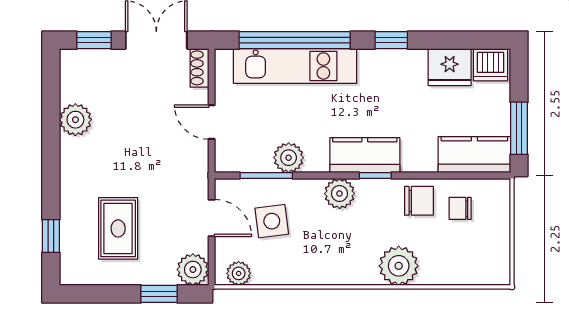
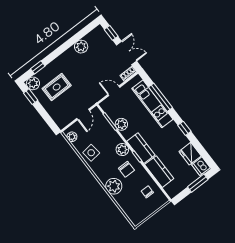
window: (295, 40) -> (161, 97), width x0.68
door: (212, 122) -> (114, 91), hinge flipped
window: (519, 128) -> (198, 183), moved
kitchen counter: (474, 155) -> (159, 172), moved
chair: (419, 201) -> (126, 169), moved
side table: (272, 221) -> (91, 153), moved
plant: (193, 270) -> (33, 83), moved
window: (159, 294) -> (31, 97), moved

